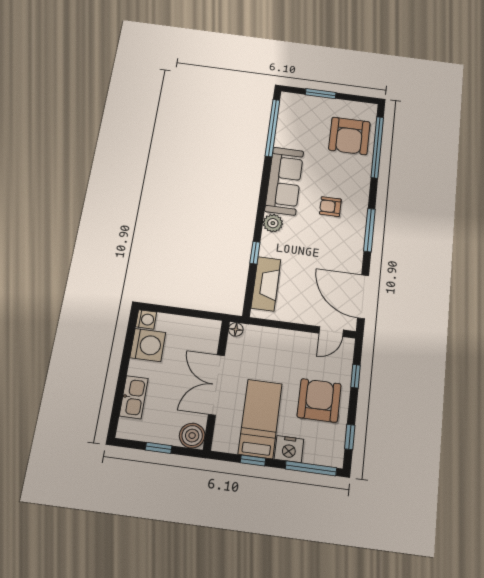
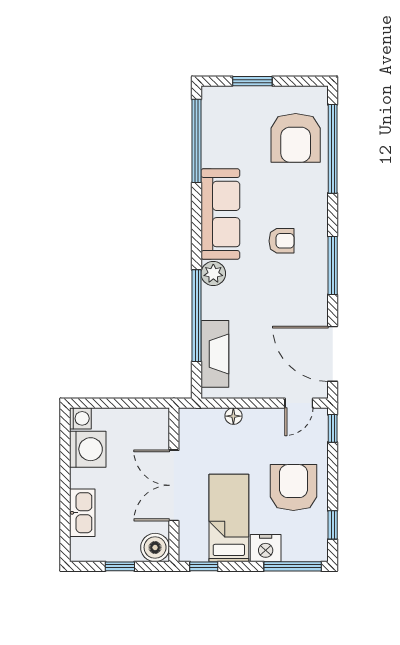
armchair: (330, 207) -> (281, 241), turned 180
window: (255, 253) -> (197, 316), width x3.17
floor lamp: (236, 329) -> (233, 416), moved
window: (355, 376) -> (333, 428), moved
window: (253, 461) -> (204, 566), moved

